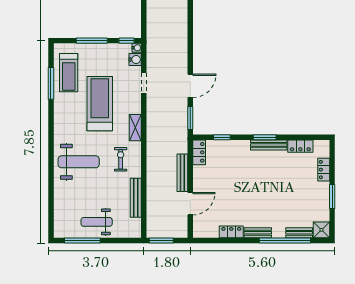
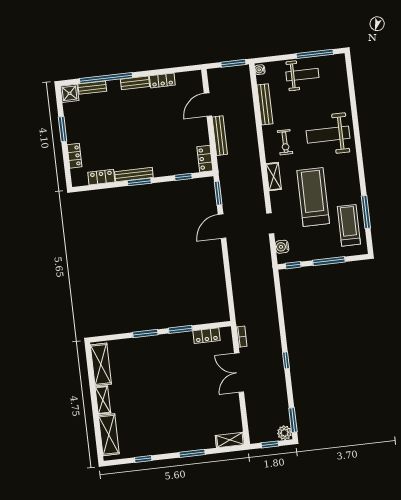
water cooler: (137, 48) -> (260, 70), moved
treadmill: (100, 104) -> (313, 197), turned 180

